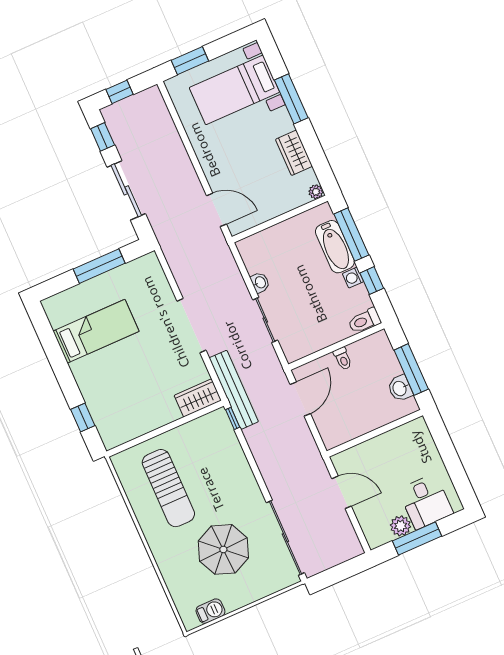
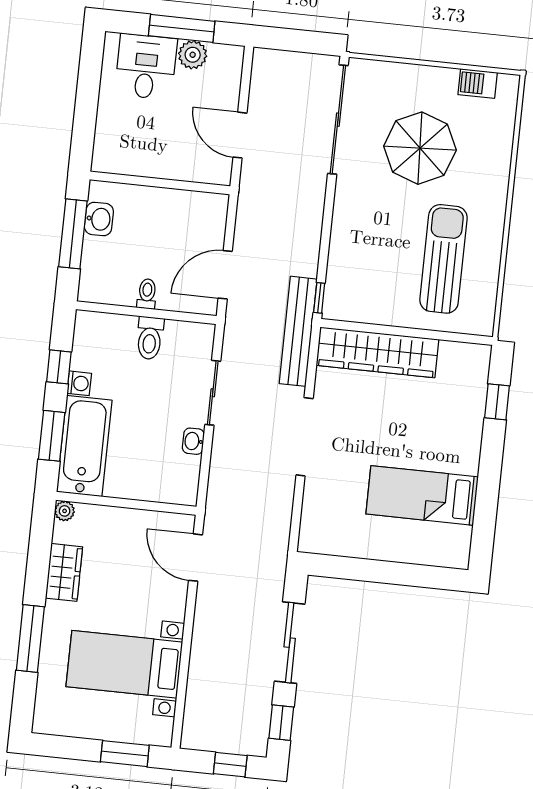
bed with nightstands: (234, 90) -> (124, 664), moved, turned 180
window: (351, 235) -> (52, 436), width x0.69
bathtub: (335, 247) -> (84, 446), width x1.36, depth x1.36
window: (99, 266) -> (374, 571), removed
toilet: (364, 321) -> (150, 338), moved, turned 90
wardrobe: (198, 398) -> (377, 352), width x2.10, depth x1.17

